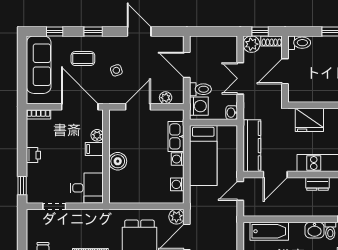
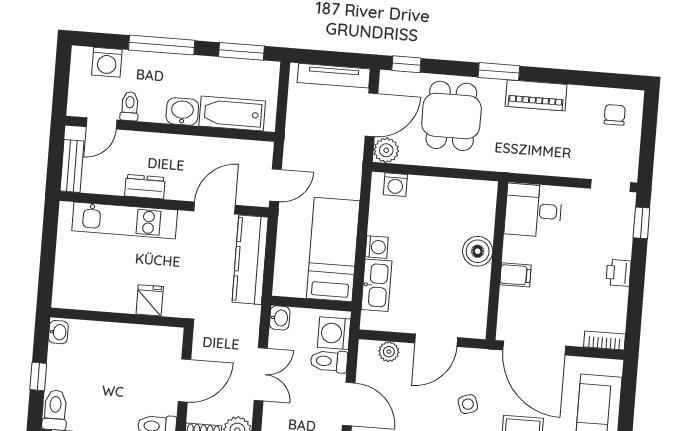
fridge: (309, 120) -> (150, 300), width x0.53, depth x0.75
plant: (97, 135) -> (509, 298), removed
washing machine: (177, 184) -> (395, 185), moved, turned 90
doorway: (54, 206) -> (610, 185), moved
washbasin: (315, 230) -> (182, 111), moved

